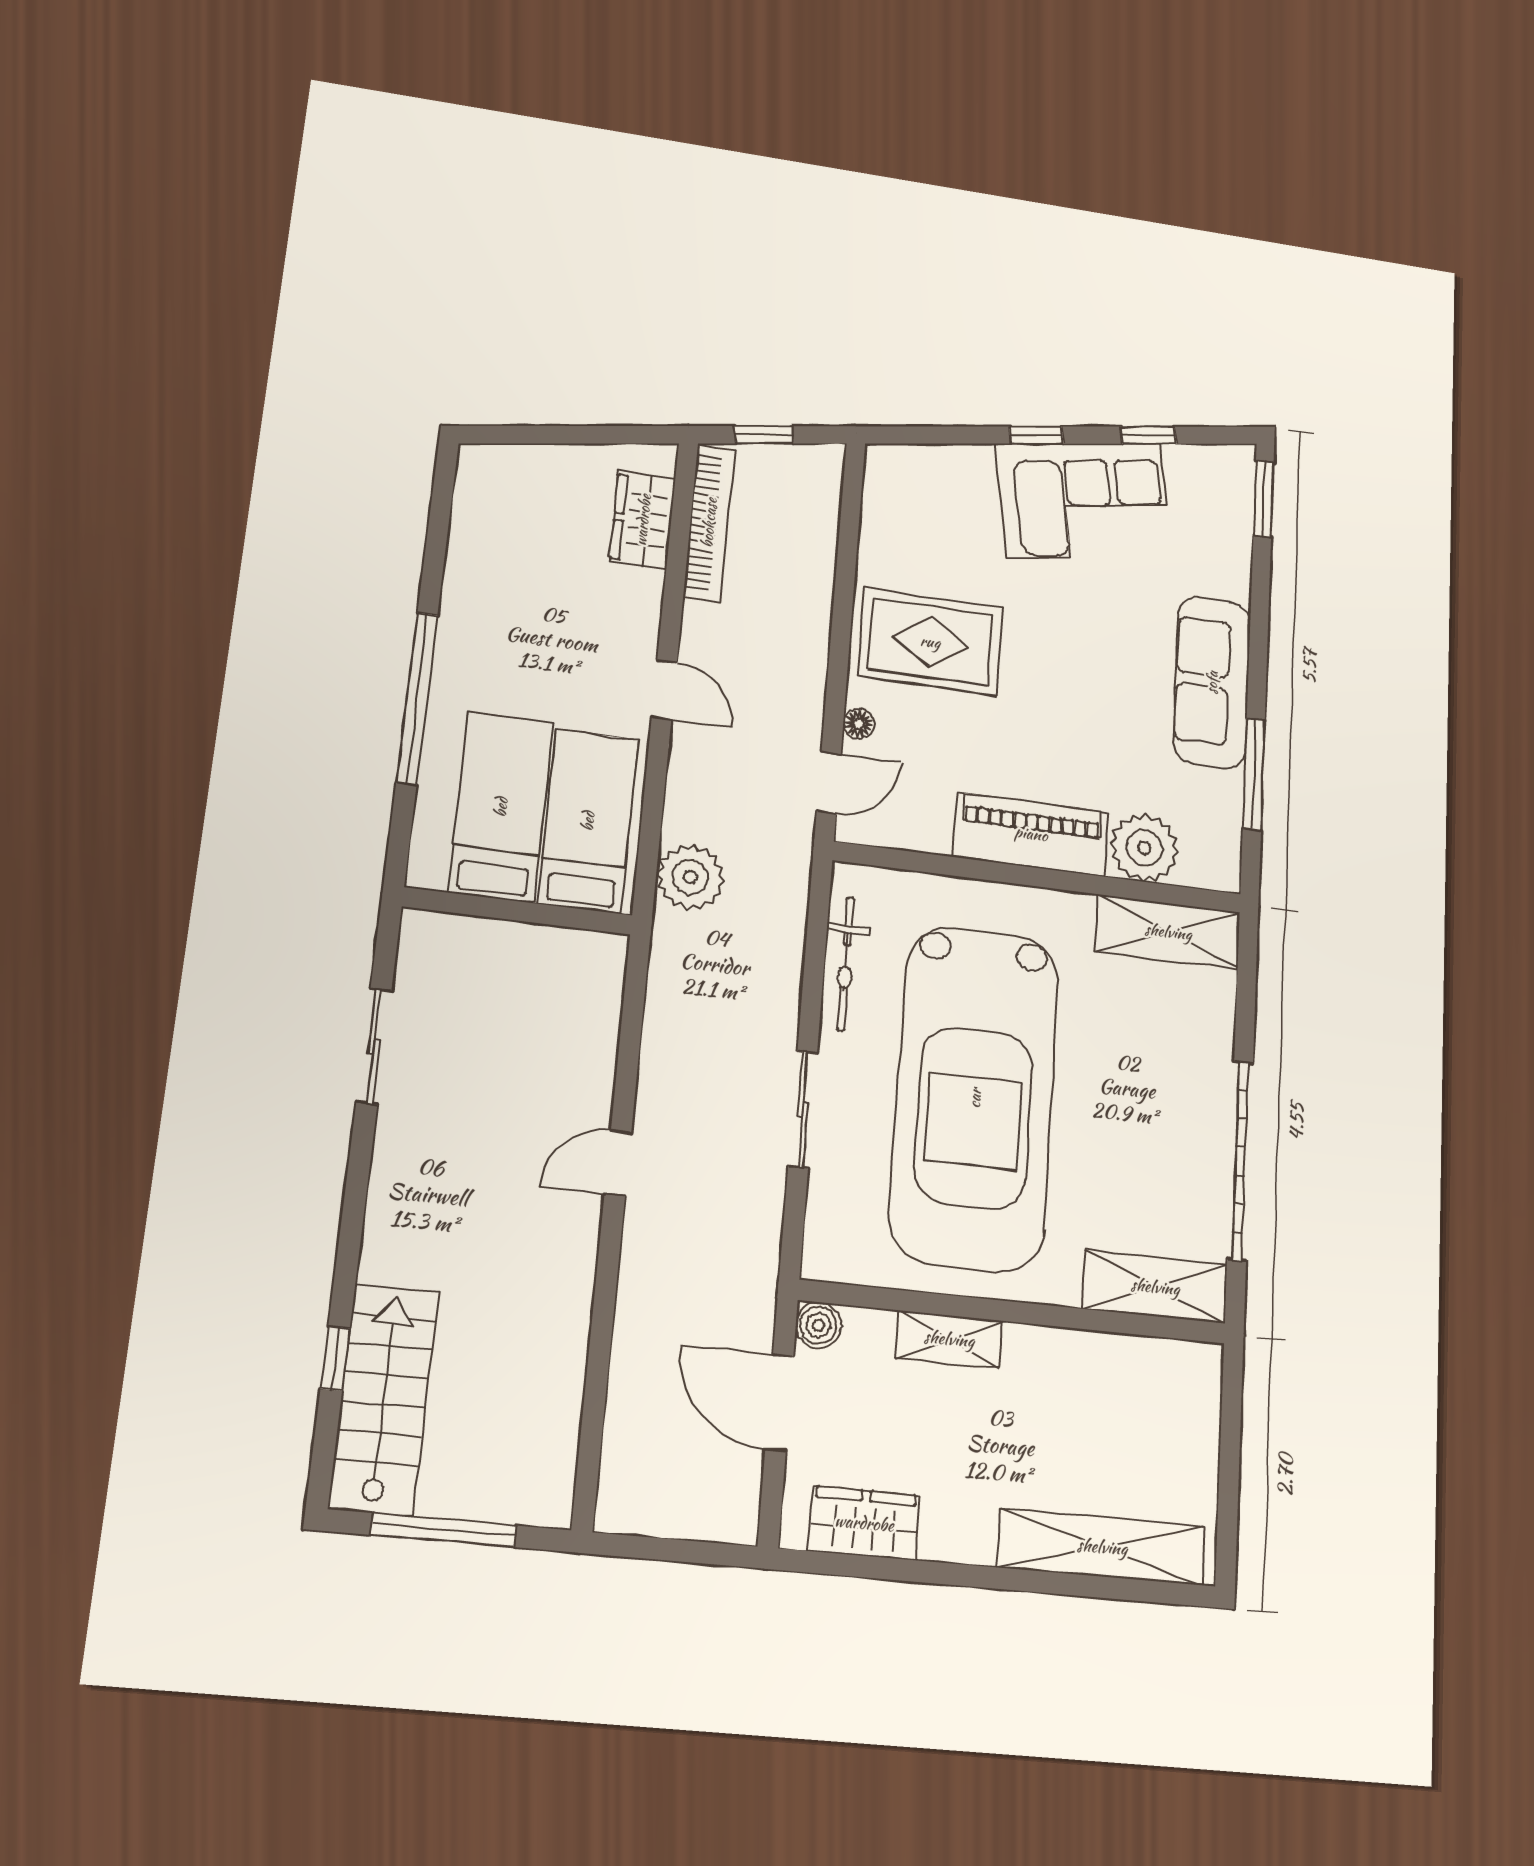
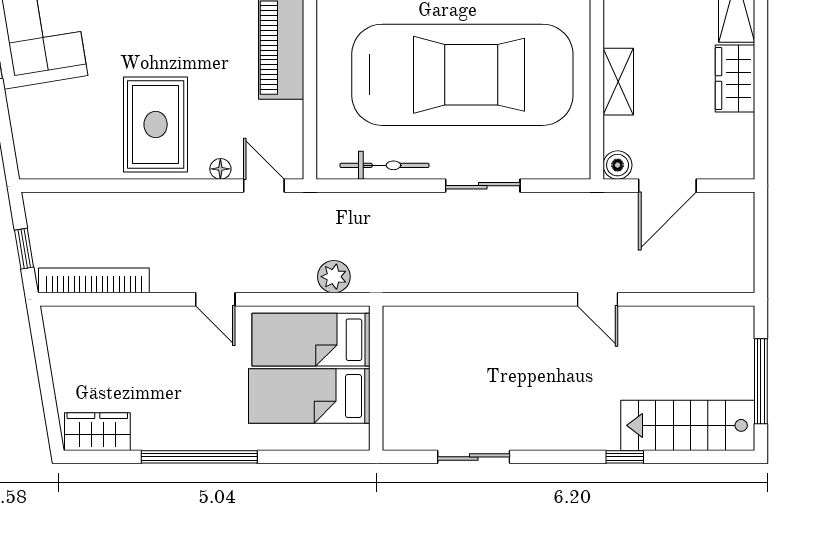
wardrobe: (643, 520) -> (97, 432), moved, turned 180
door: (664, 690) -> (215, 299), swing flipped
window: (417, 698) -> (199, 457), moved
plant: (690, 877) -> (334, 277), width x0.73, depth x0.73
door: (618, 1163) -> (598, 299), moved
window: (335, 1359) -> (625, 457), moved
wardrobe: (864, 1523) -> (735, 79), moved

